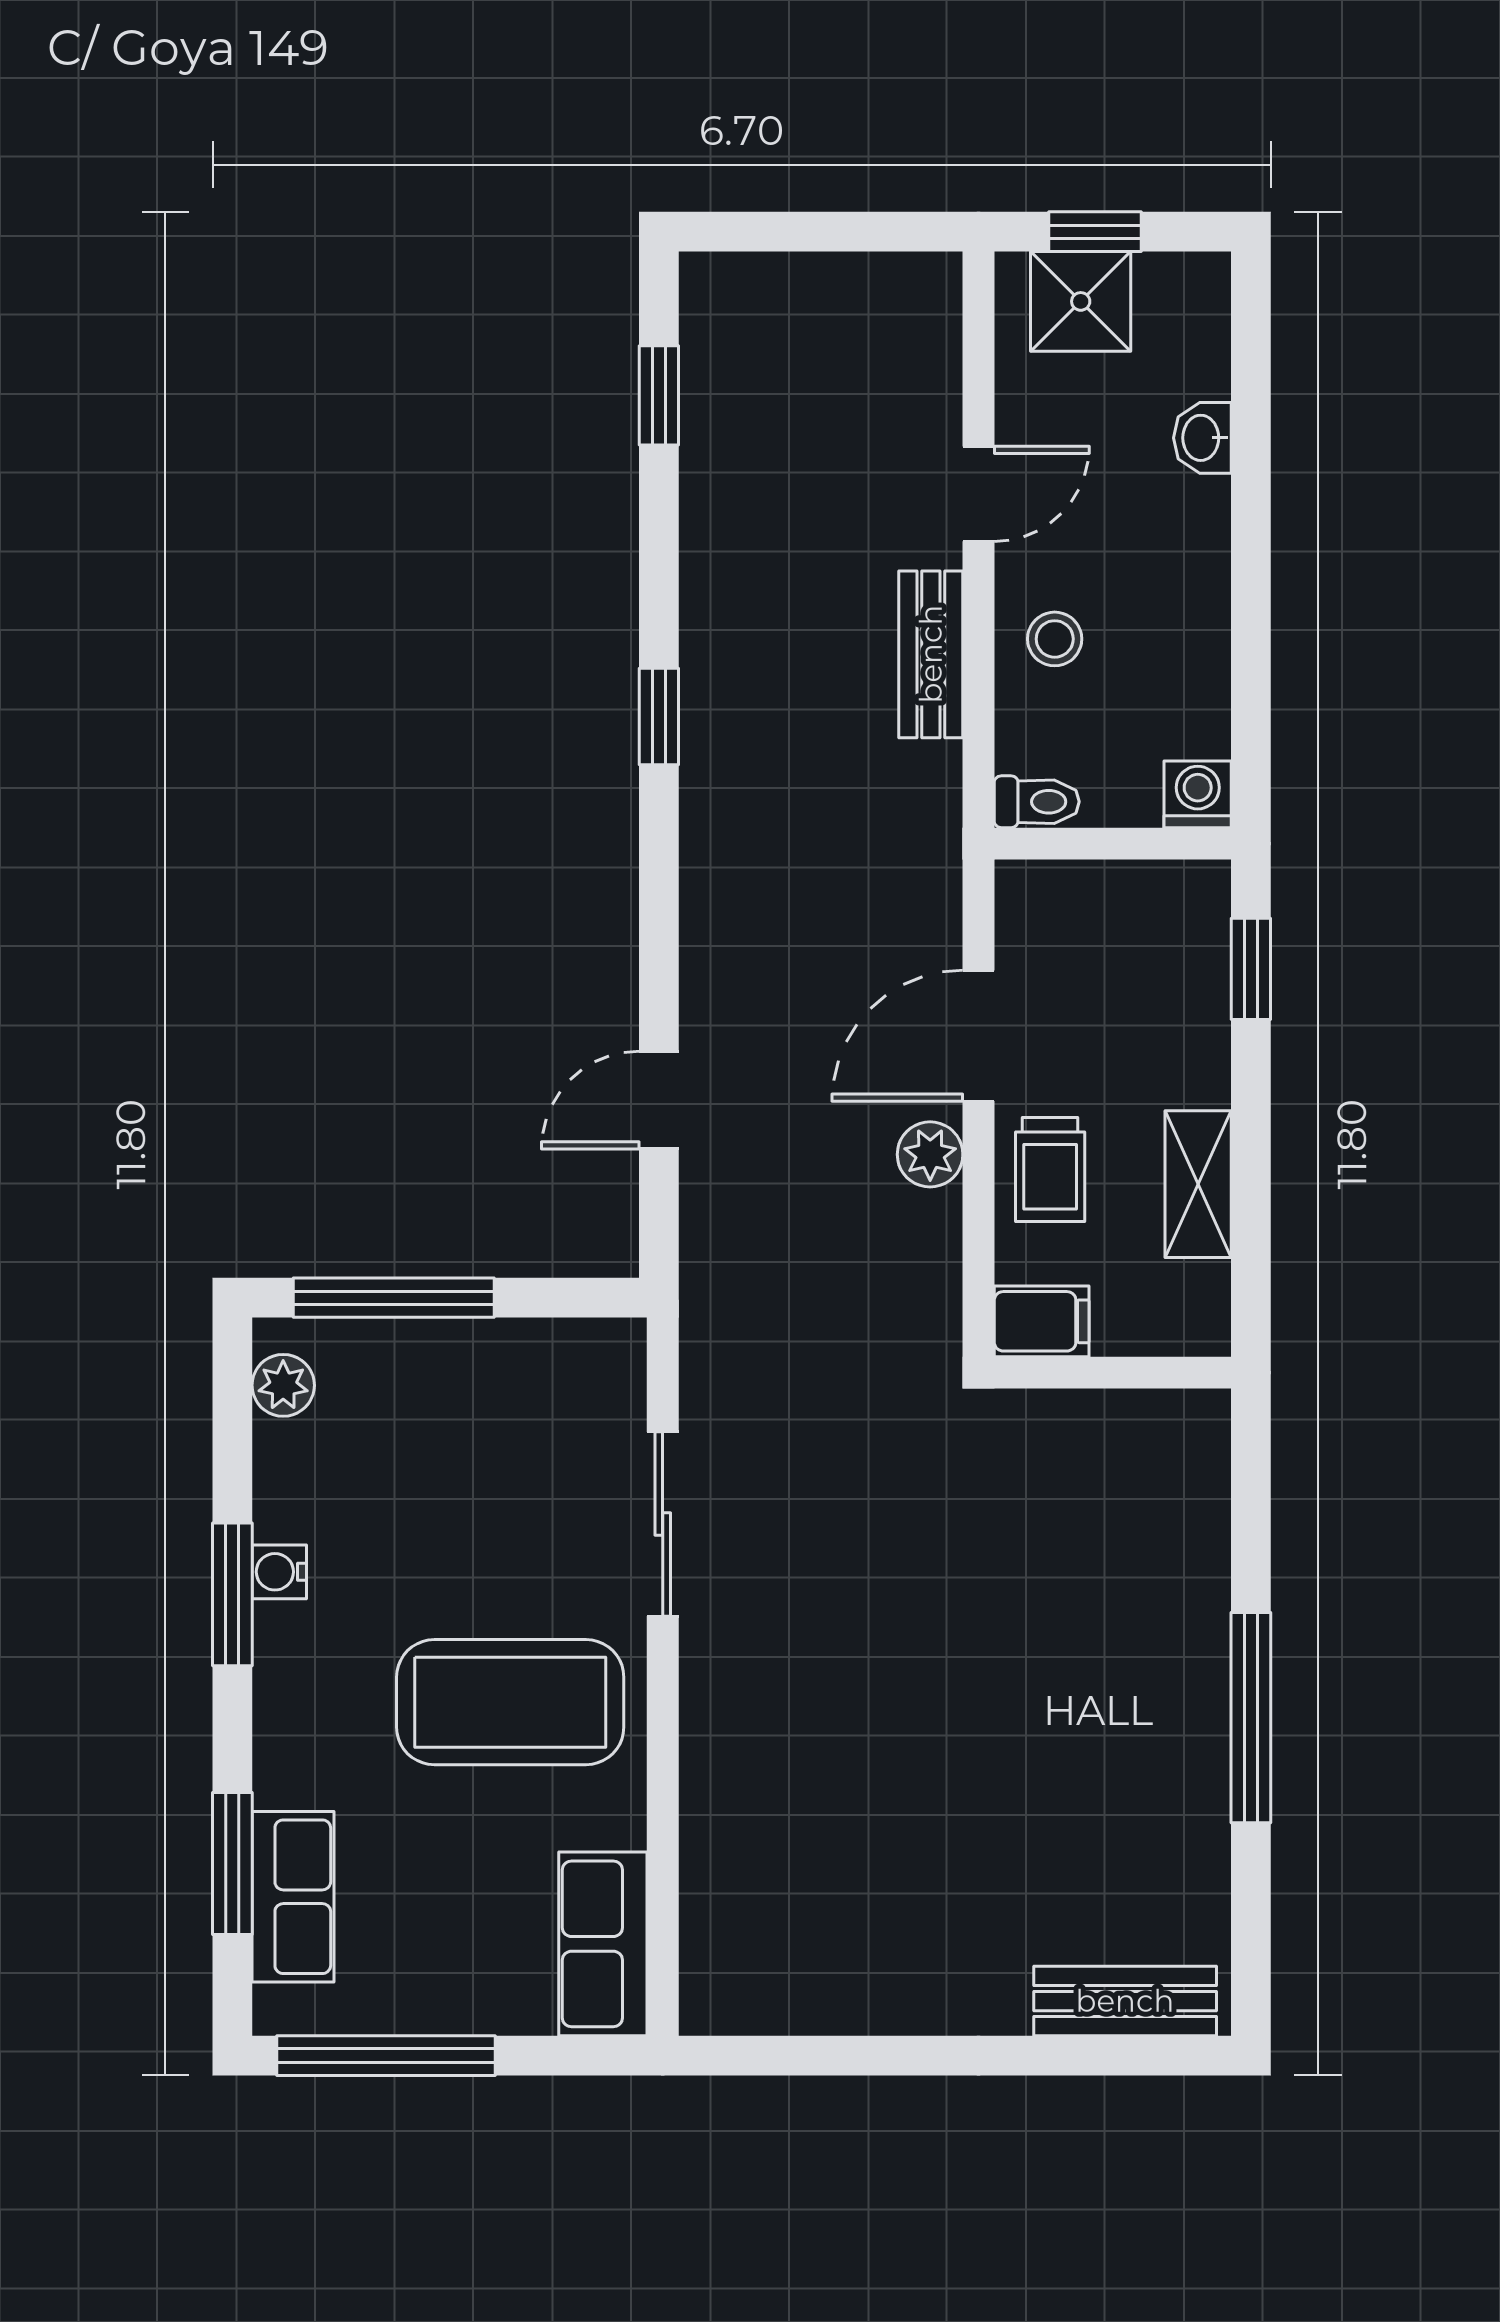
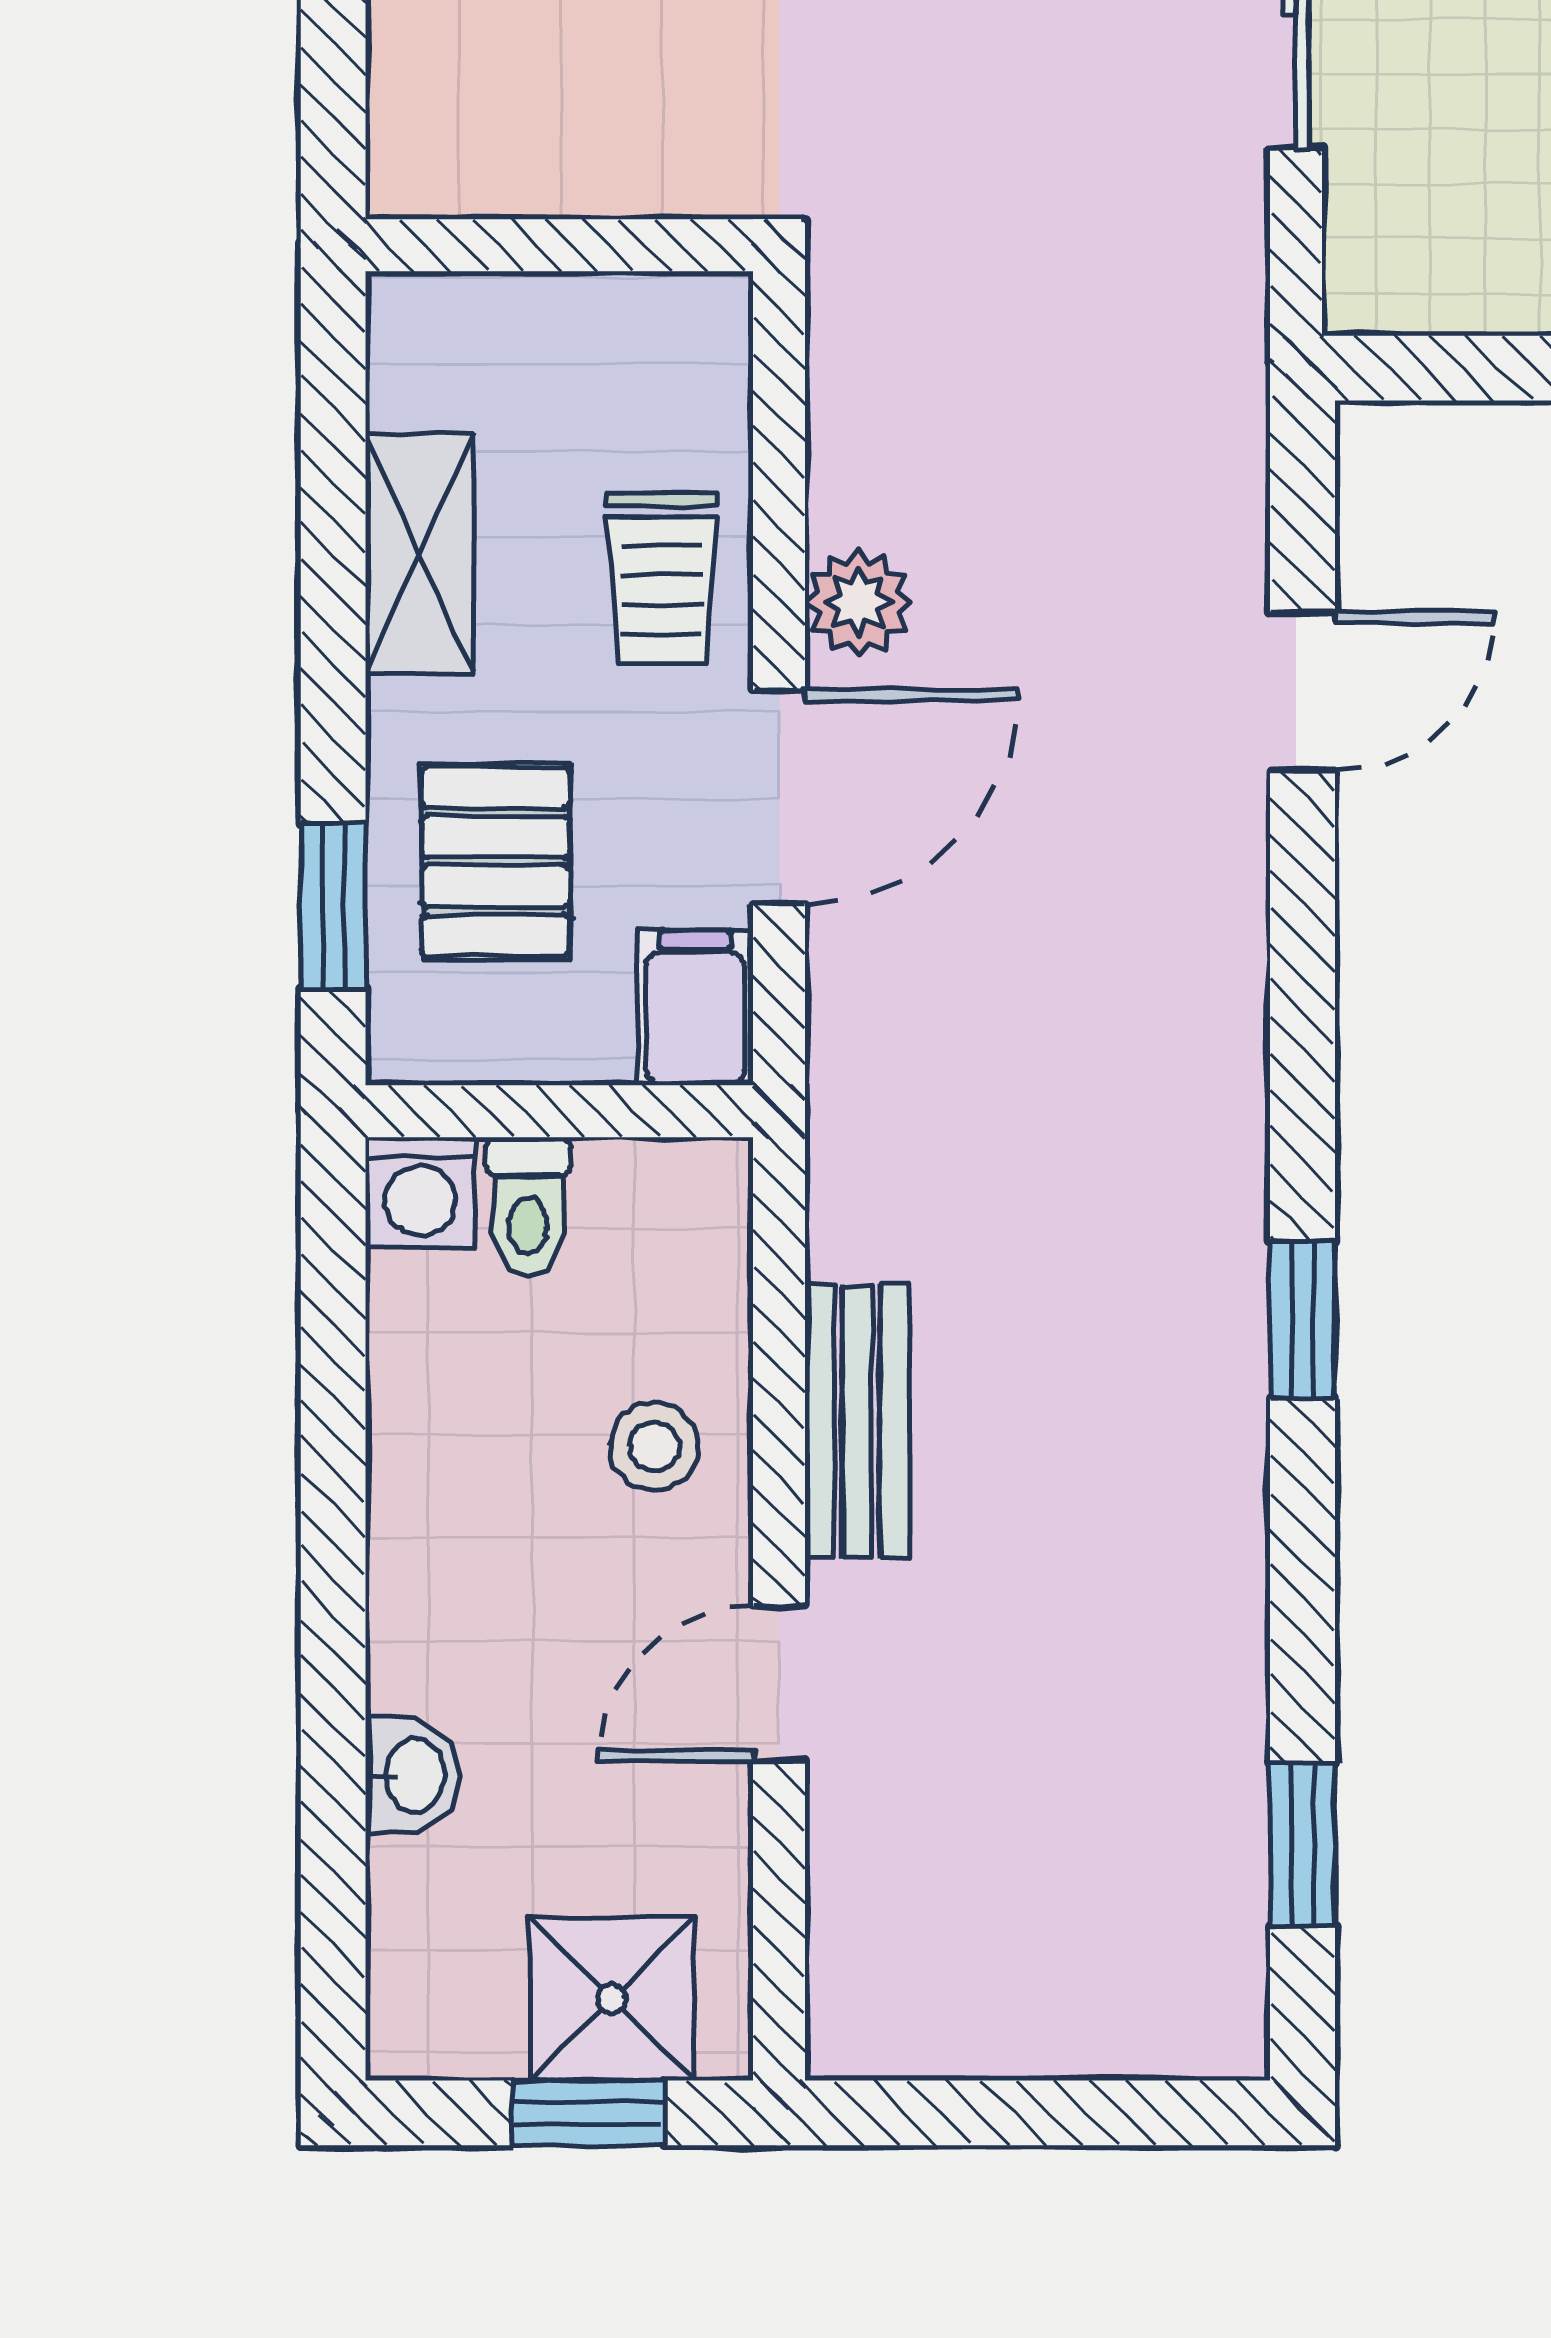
toilet: (1037, 802) -> (528, 1207), moved, turned -90
pallet: (1152, 996) -> (496, 862), added
trolley: (1050, 1169) -> (662, 578), turned 180
filing cabinet: (1042, 1321) -> (695, 1008), moved, turned 90

